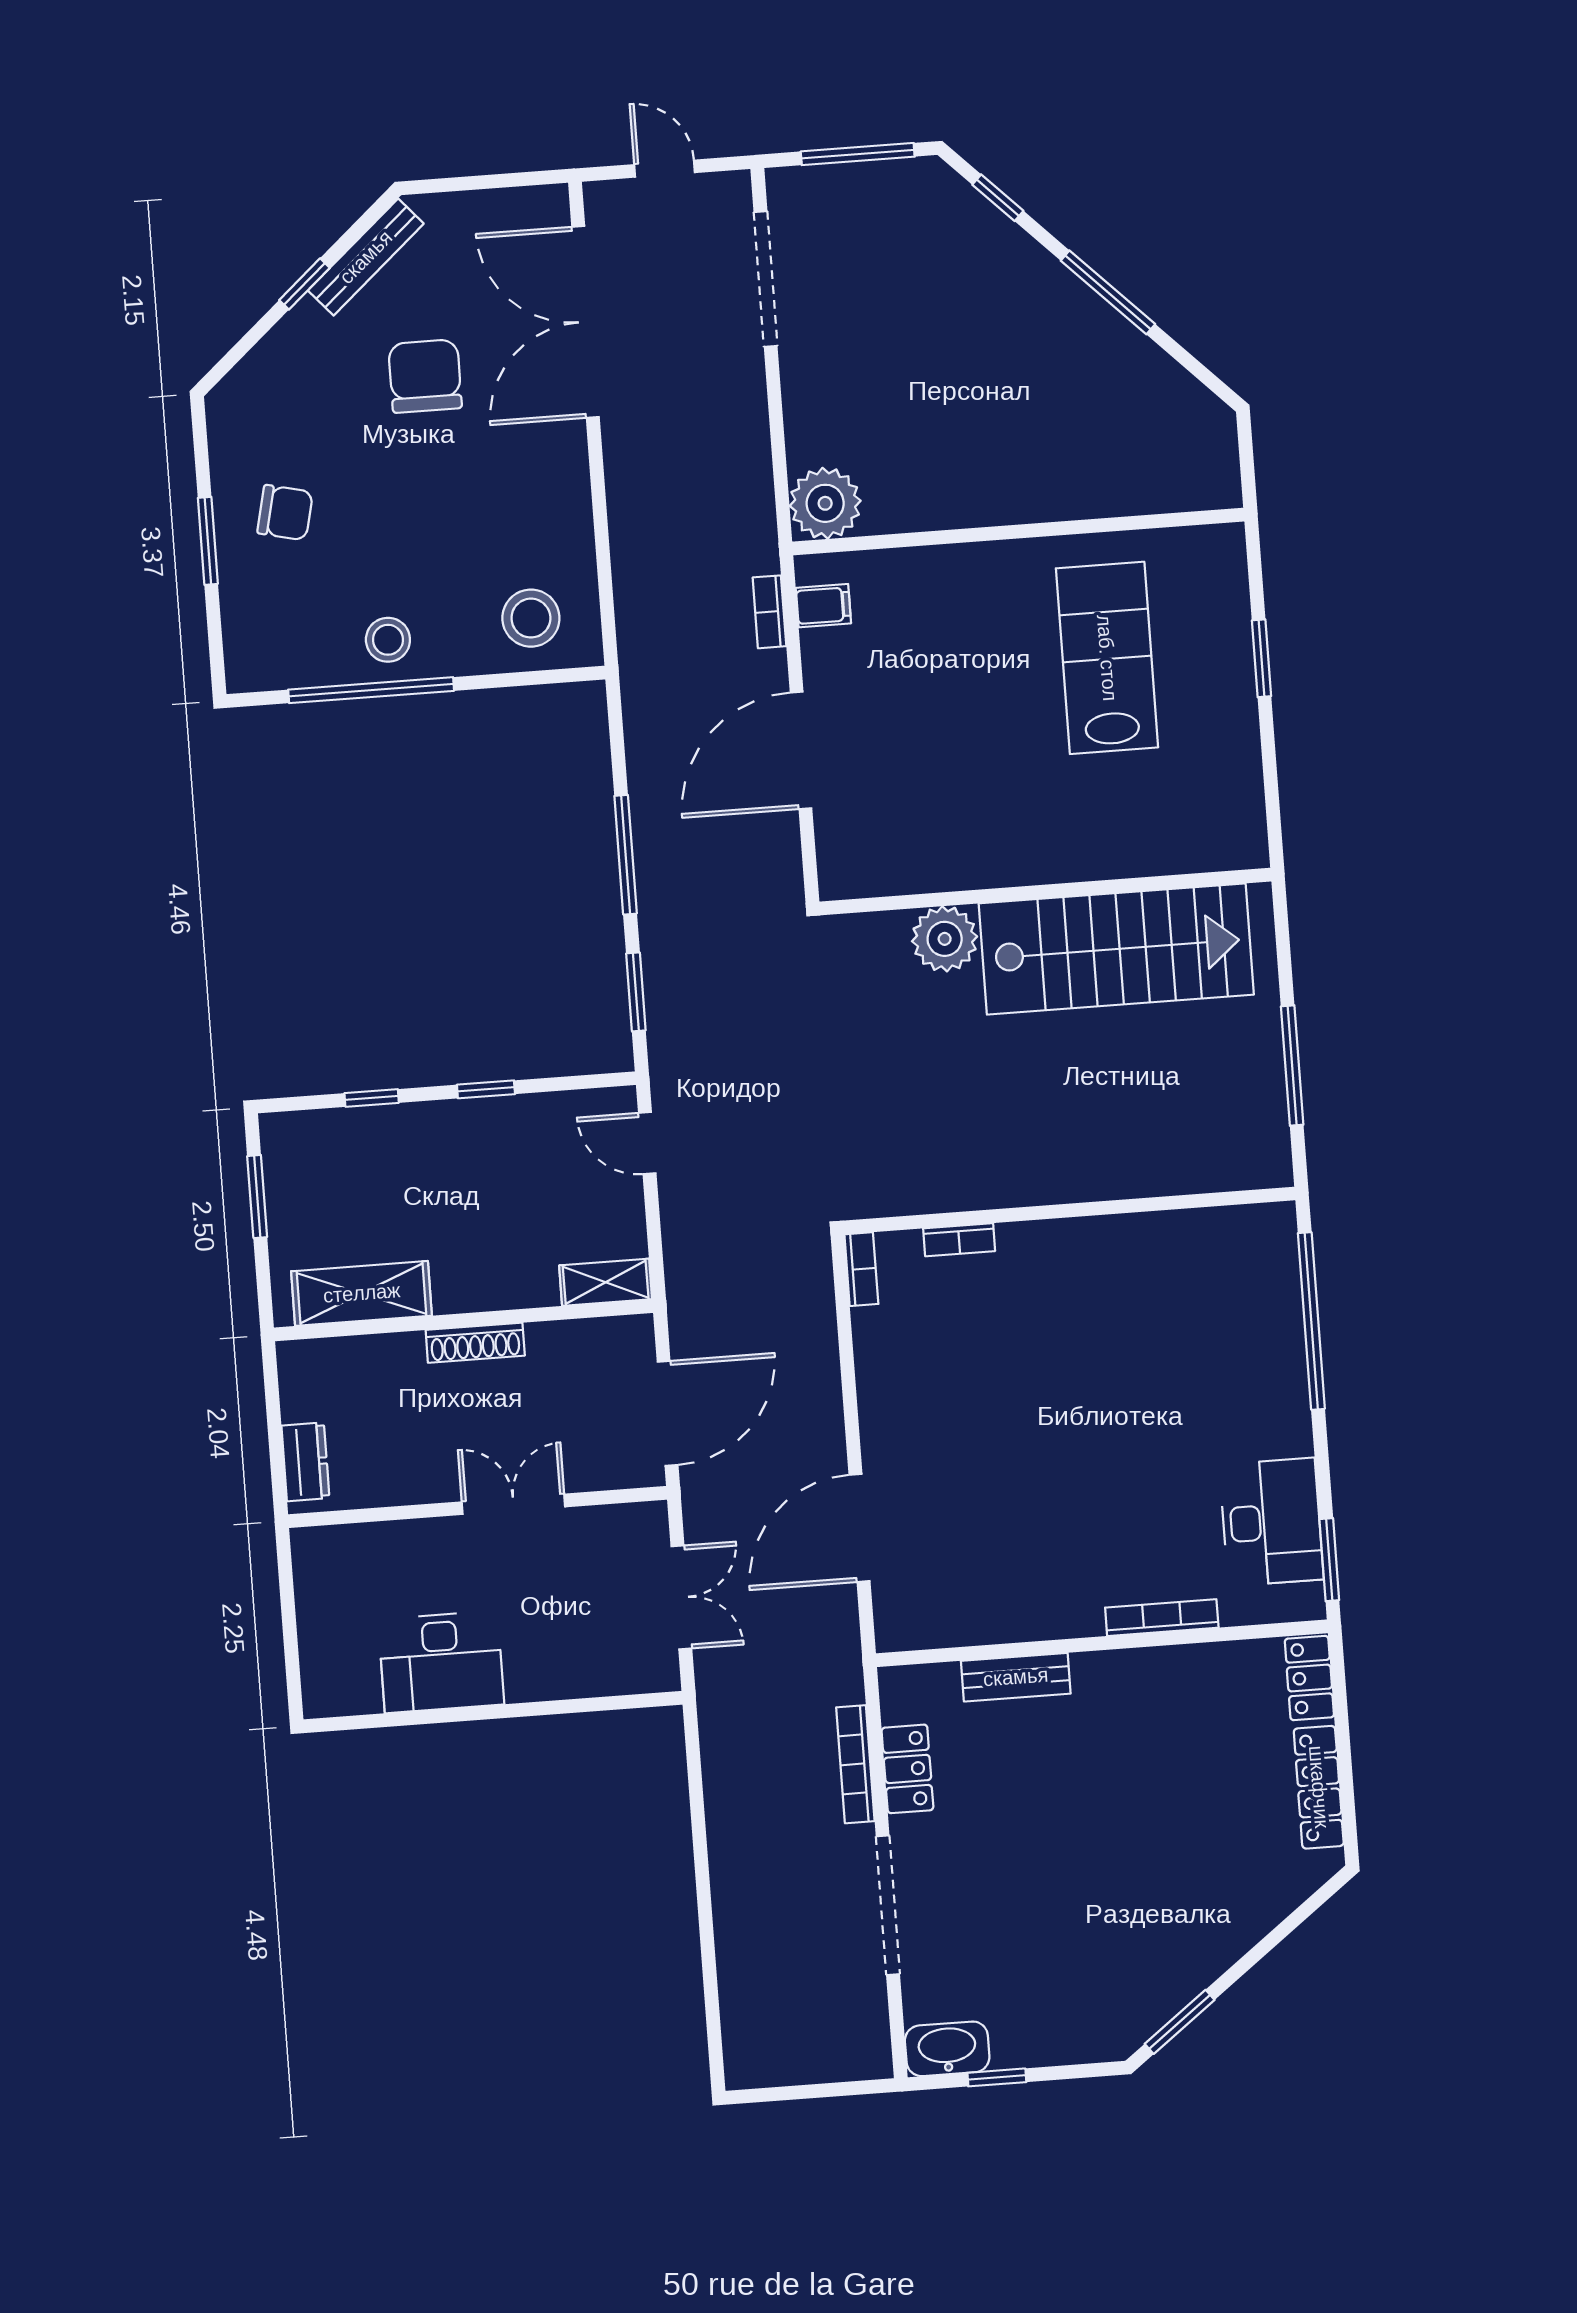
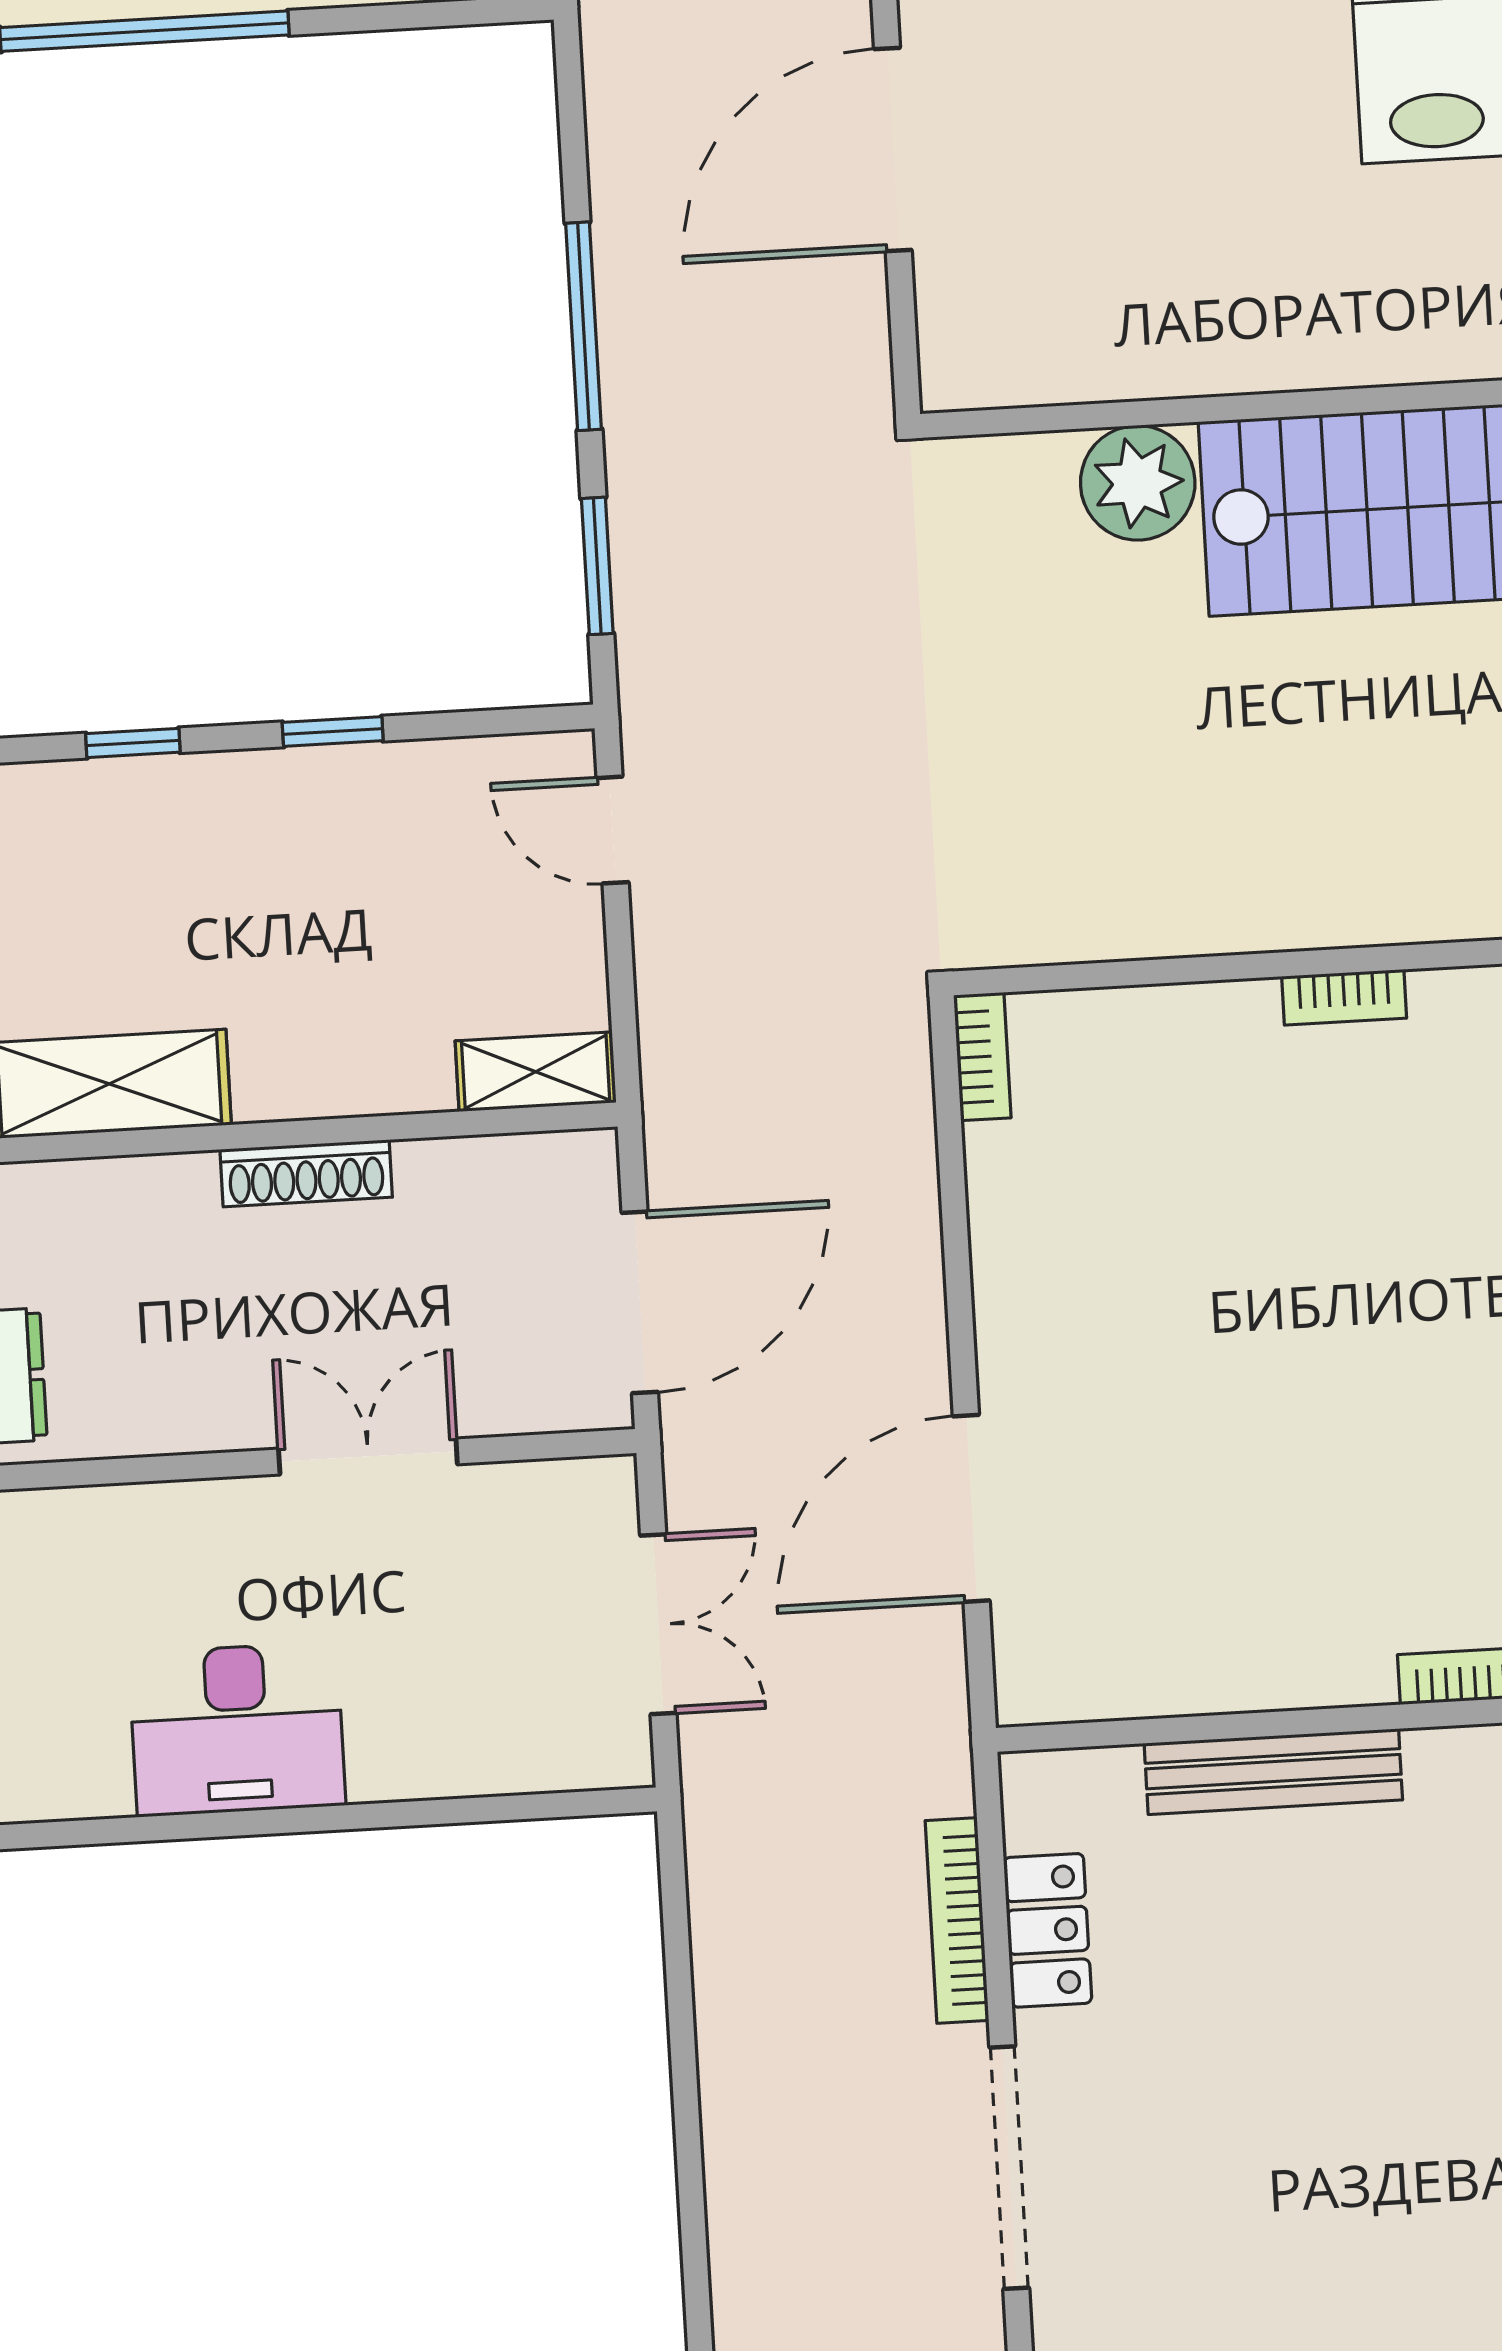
bookcase: (959, 1240) -> (1344, 997), moved
bench: (1016, 1677) -> (1273, 1772), width x1.36

